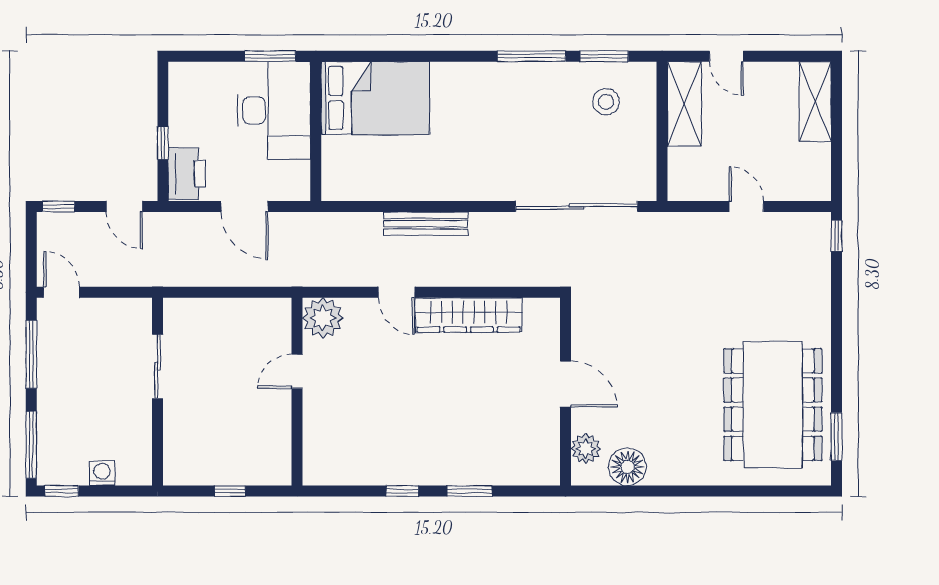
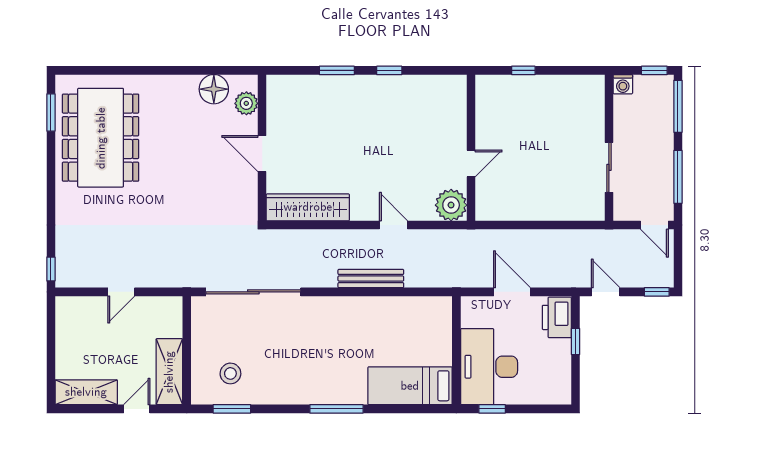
window: (270, 56) -> (492, 409), width x0.67
window: (532, 56) -> (336, 409), moved
door: (726, 56) -> (137, 409), hinge flipped
bed: (375, 98) -> (410, 386), width x0.67
shelving: (815, 102) -> (86, 392), moved, turned 90
door: (746, 206) -> (121, 292), hinge flipped
wardrobe: (469, 315) -> (308, 207), moved
sliding door: (158, 366) -> (609, 167), moved
wall: (158, 392) -> (609, 148), moved

